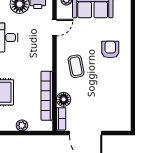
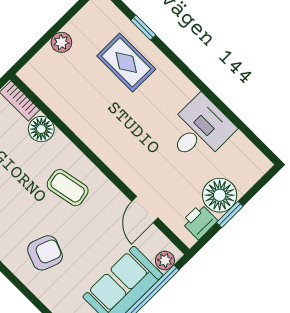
armchair: (110, 50) -> (45, 253), turned -69
bookcase: (47, 96) -> (67, 112), removed

